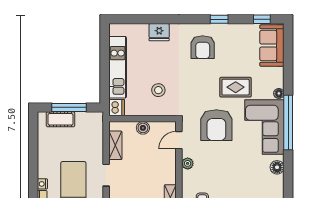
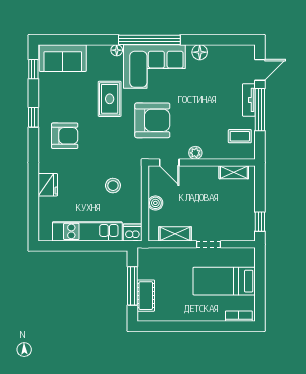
nightstand: (42, 184) -> (218, 316), removed

